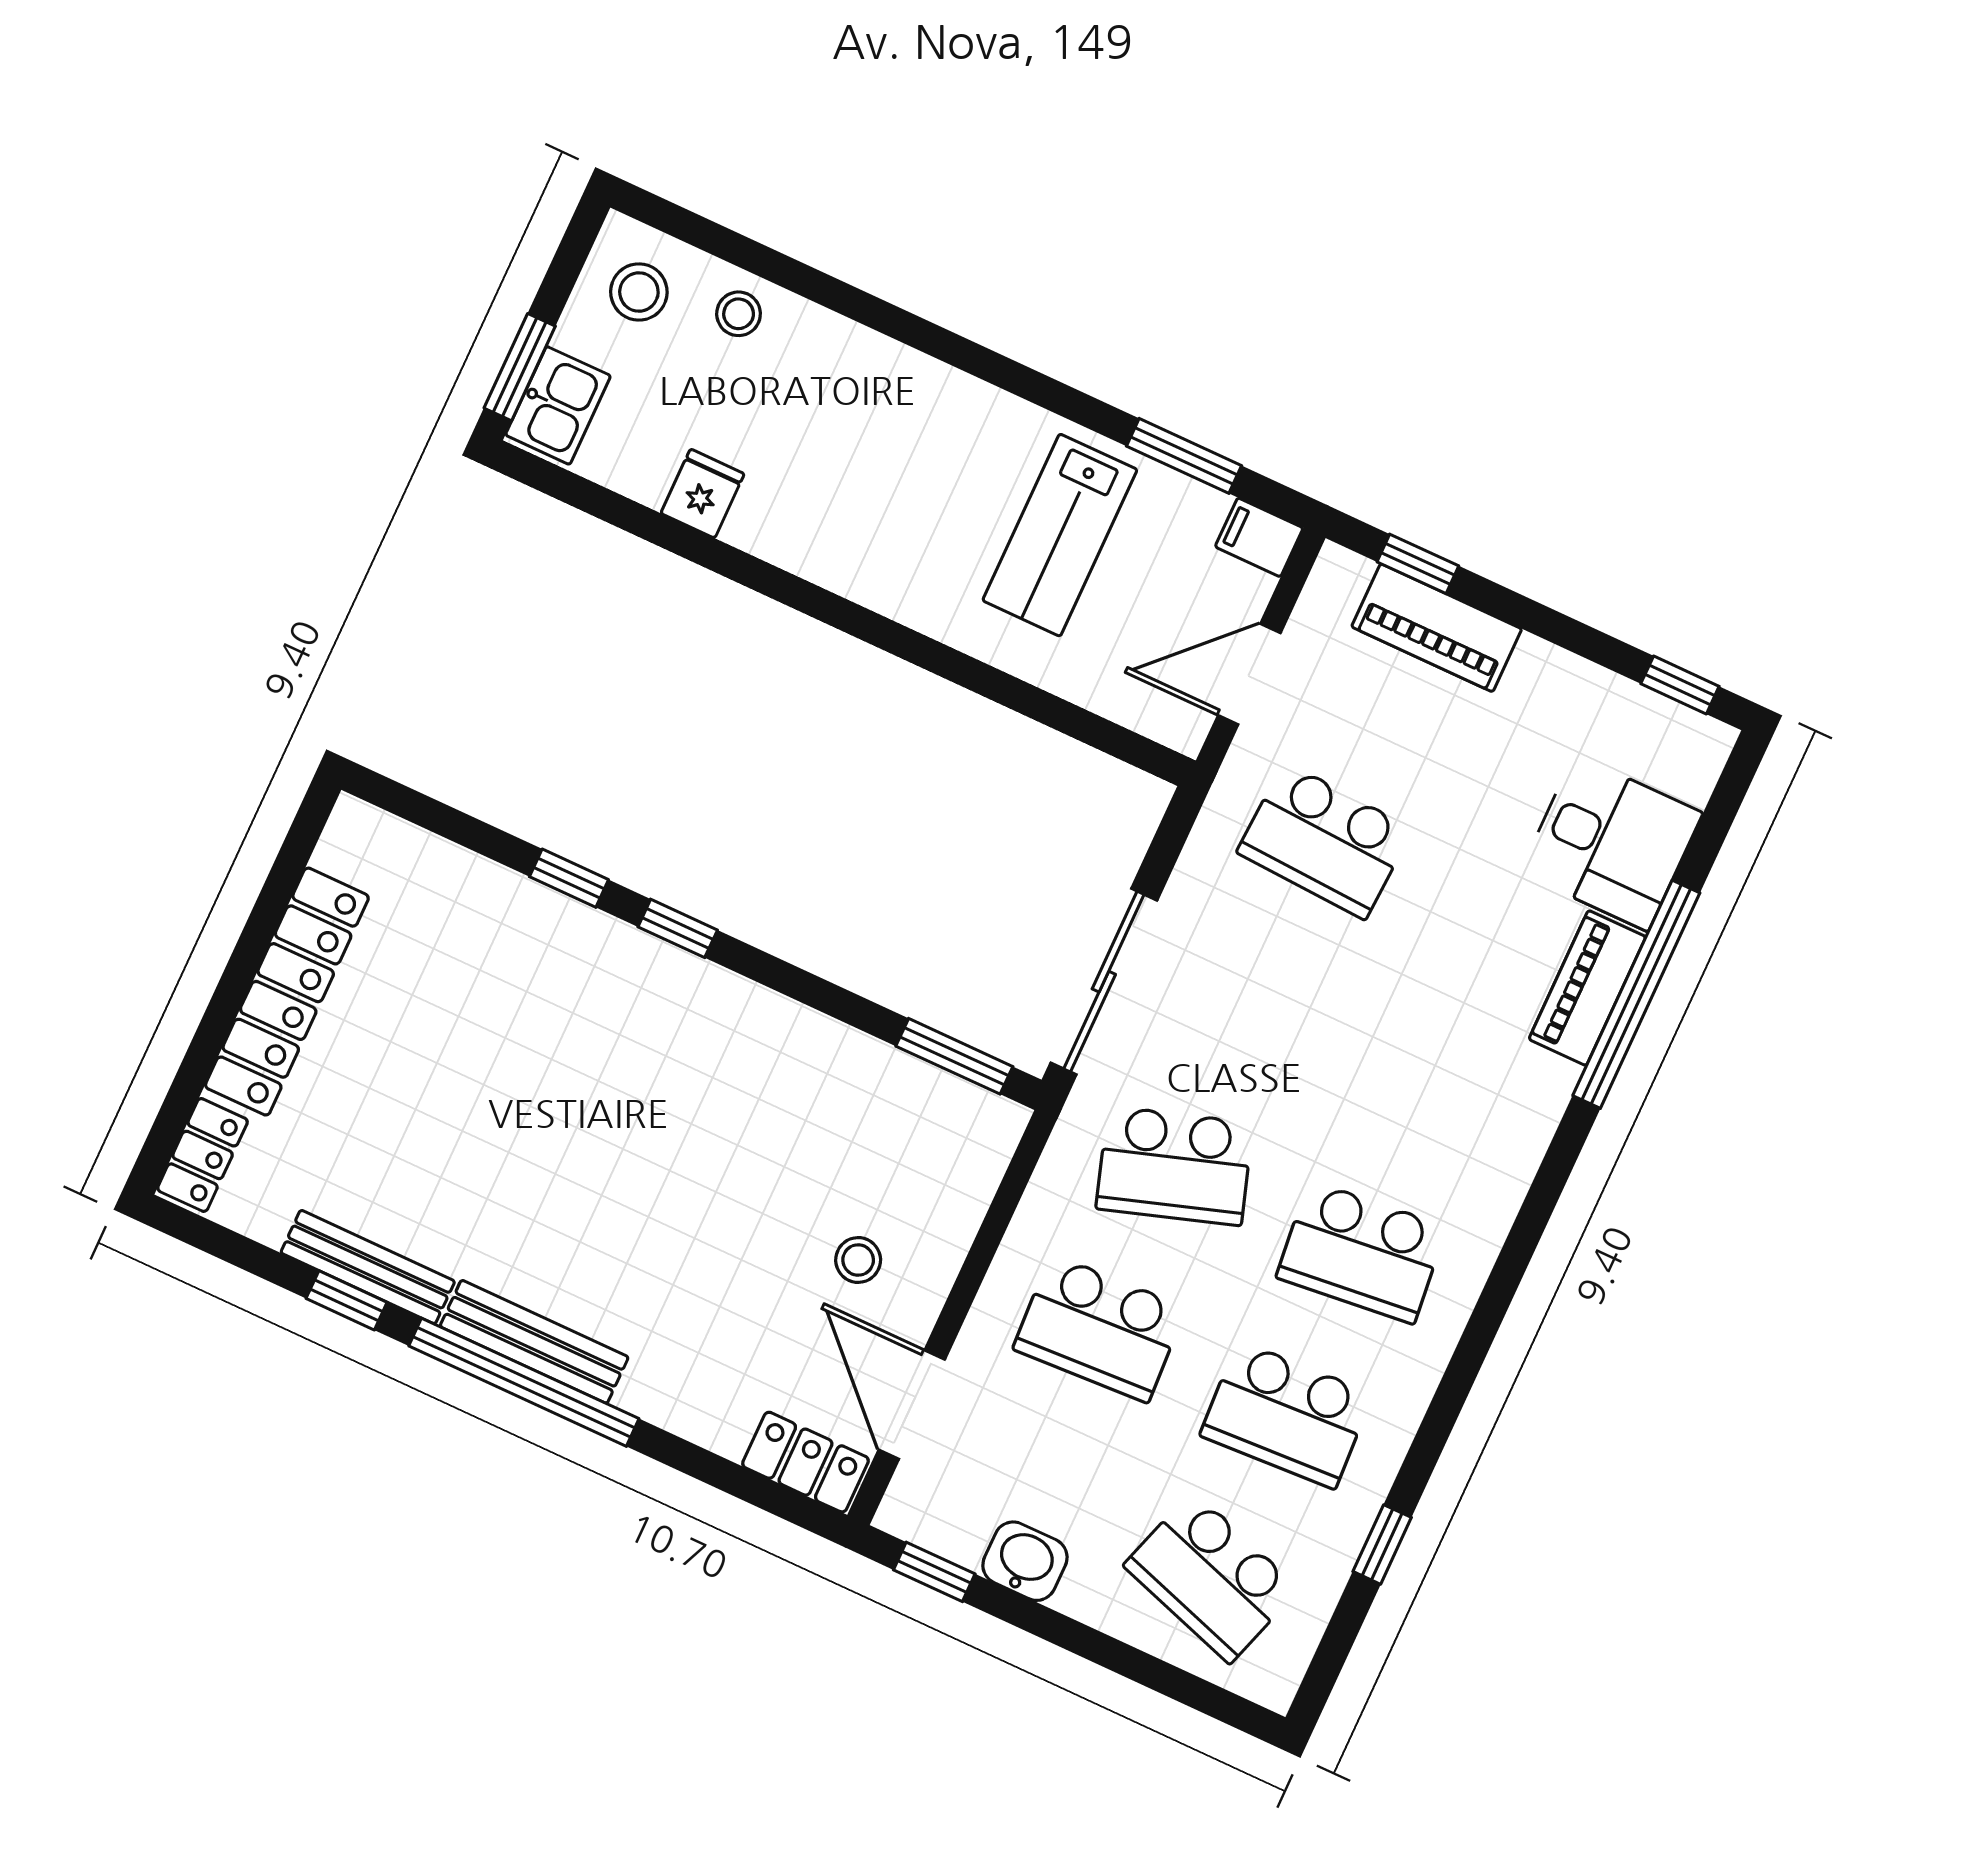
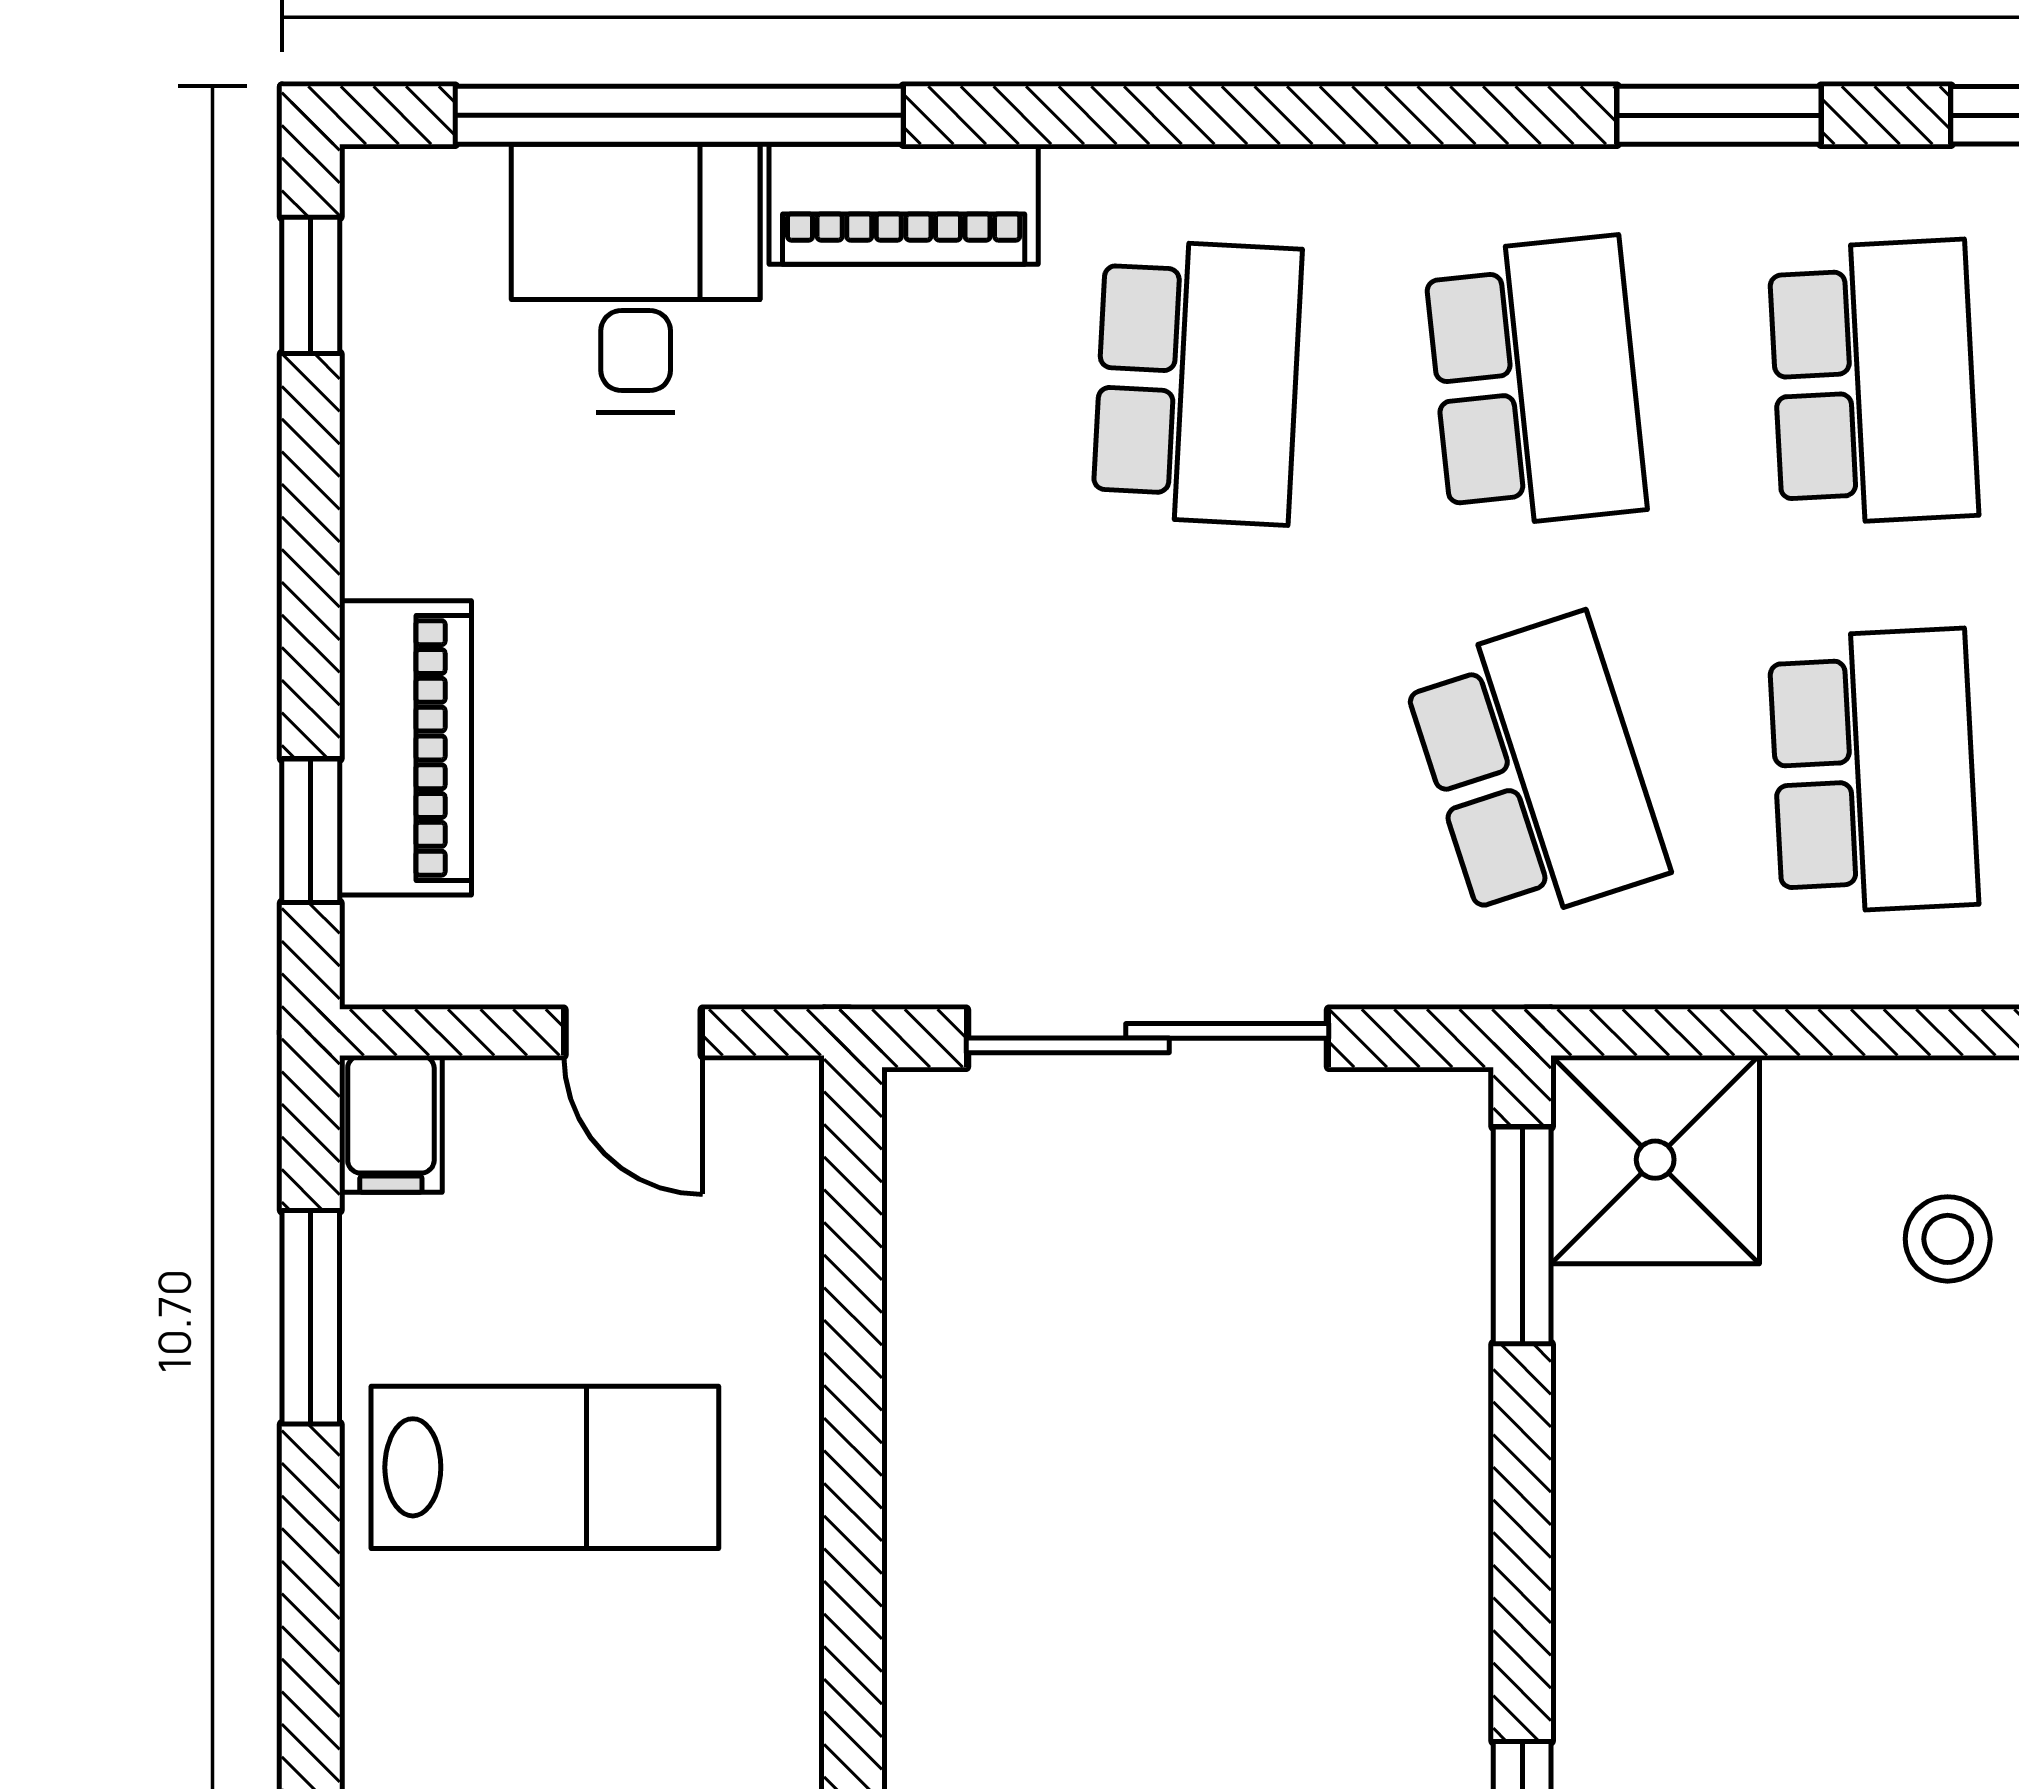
door: (1249, 674) -> (633, 1032), width x0.73
school desk: (1325, 841) -> (1197, 382), moved
sliding door: (1104, 982) -> (1147, 1038), moved
window: (1636, 994) -> (679, 115), moved
shower: (961, 1137) -> (1655, 1160), added
window: (1449, 1400) -> (1719, 115), added

